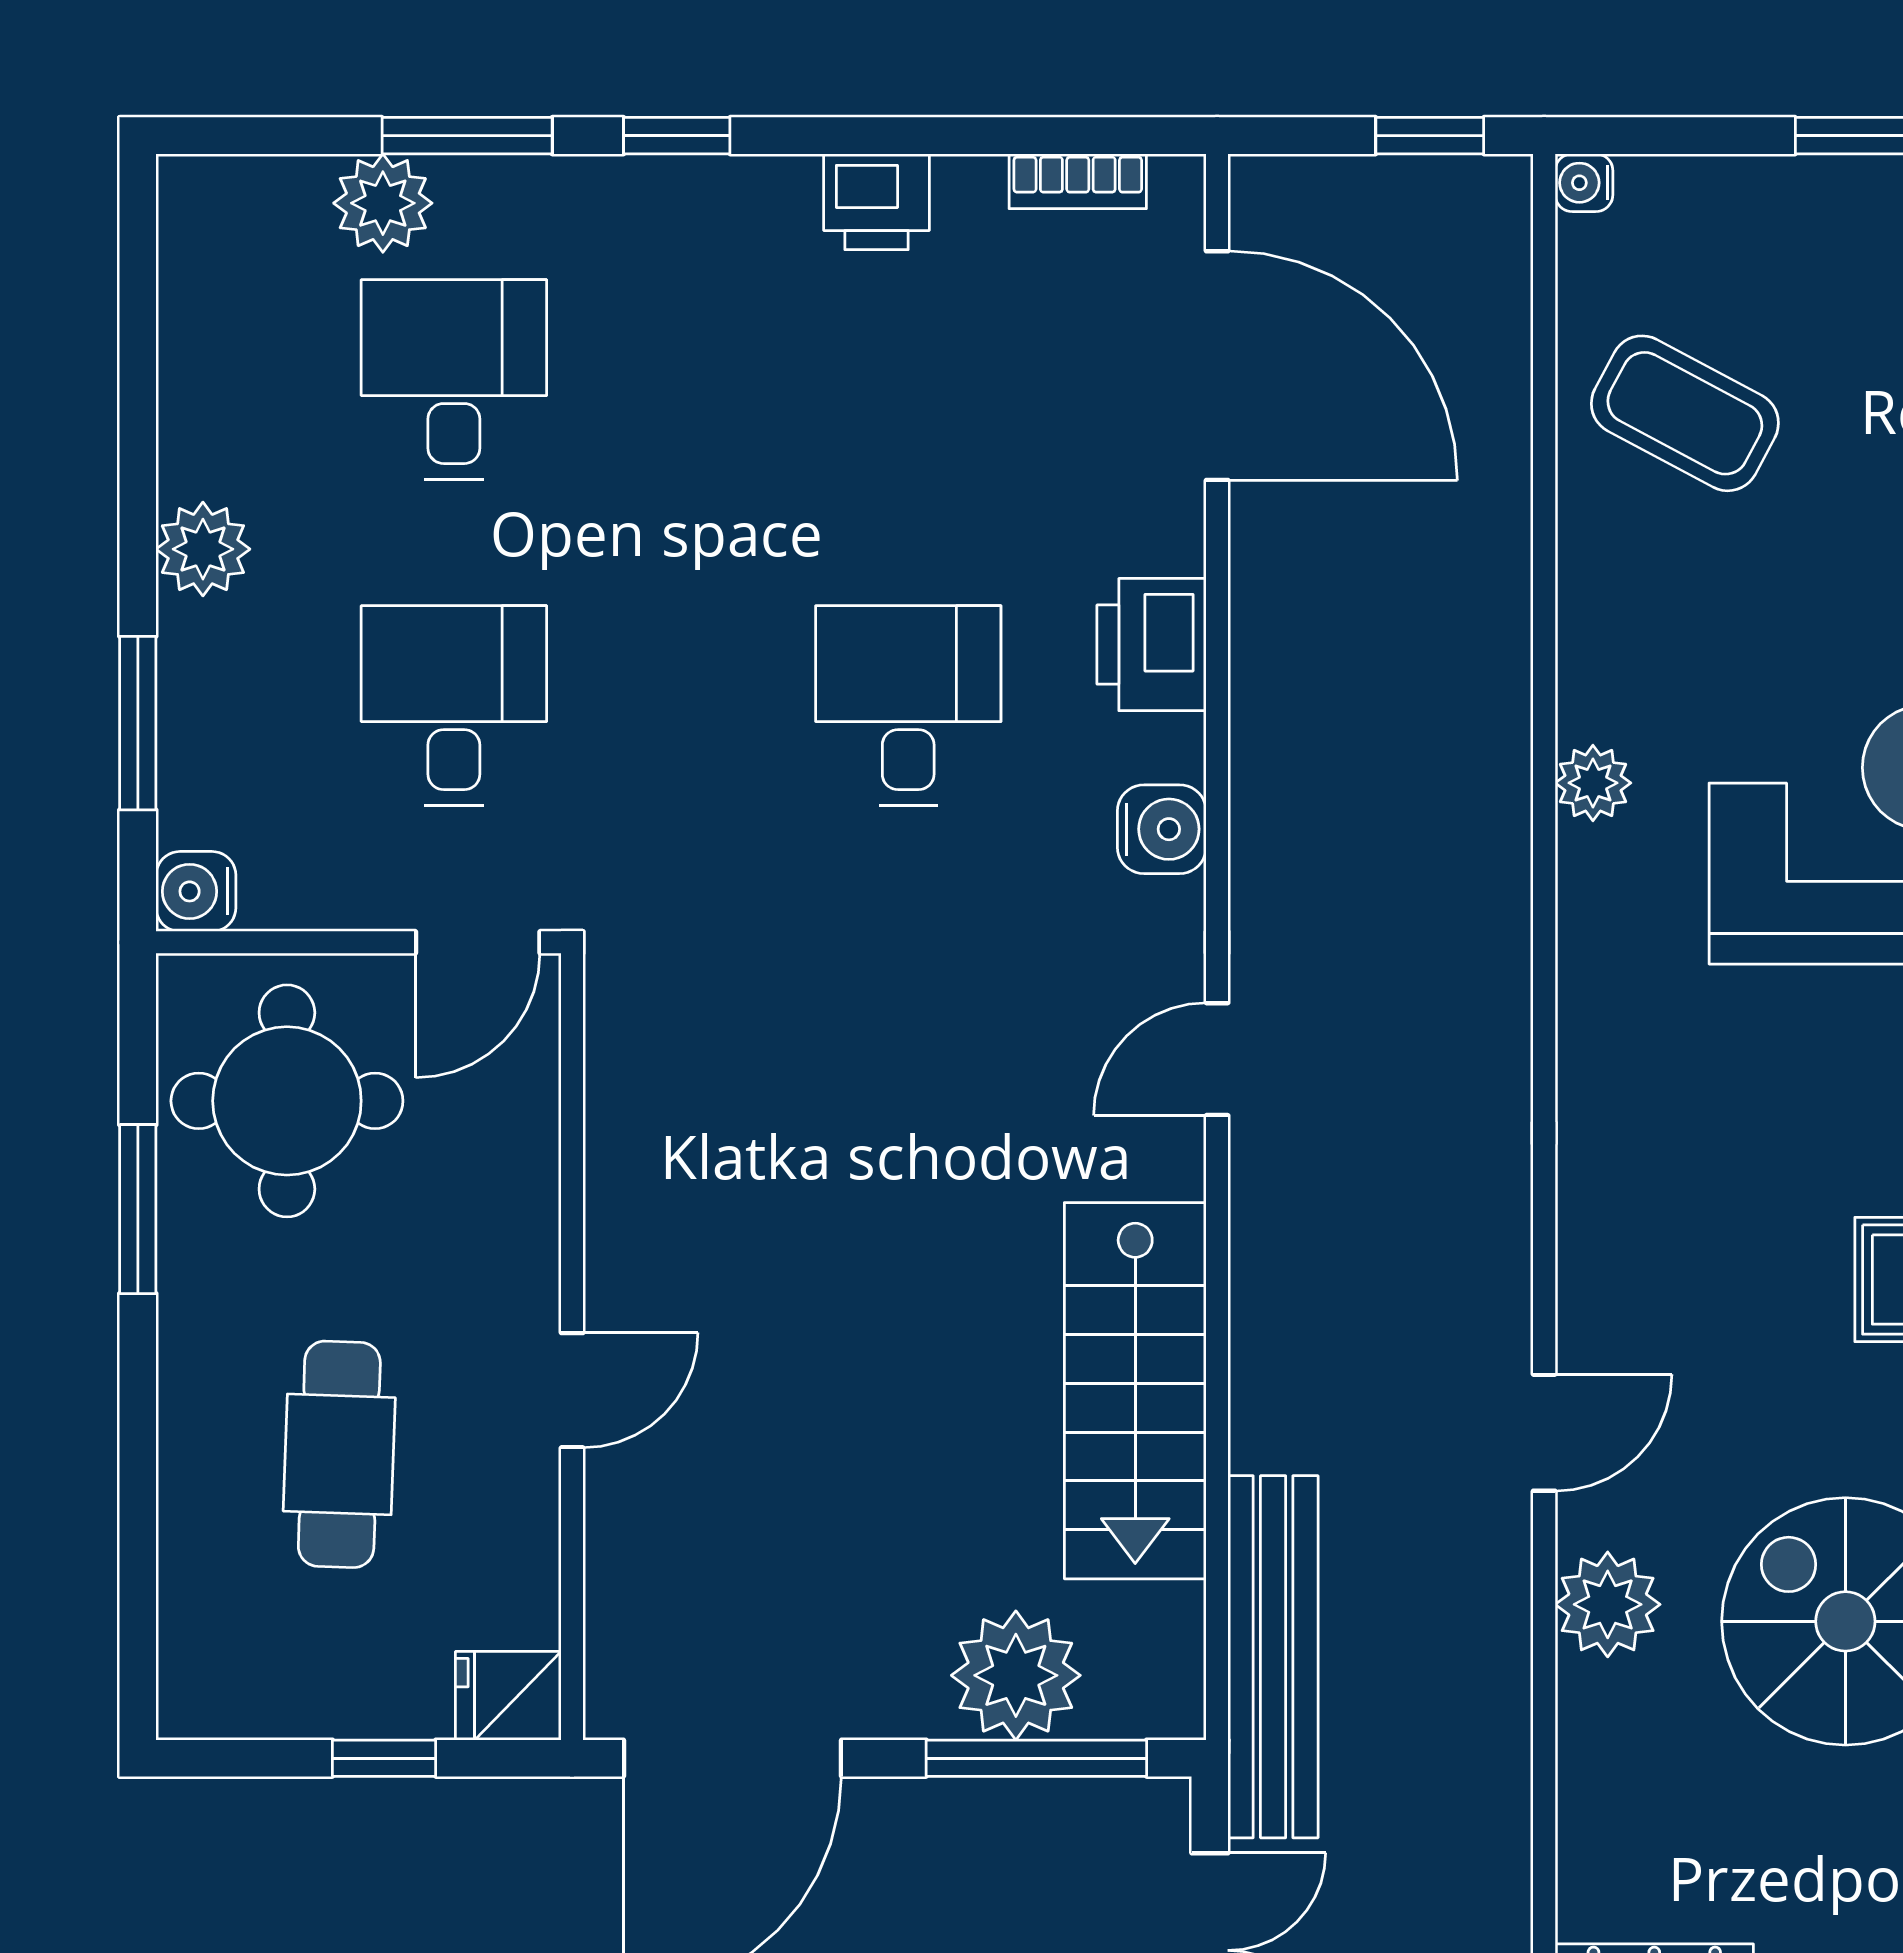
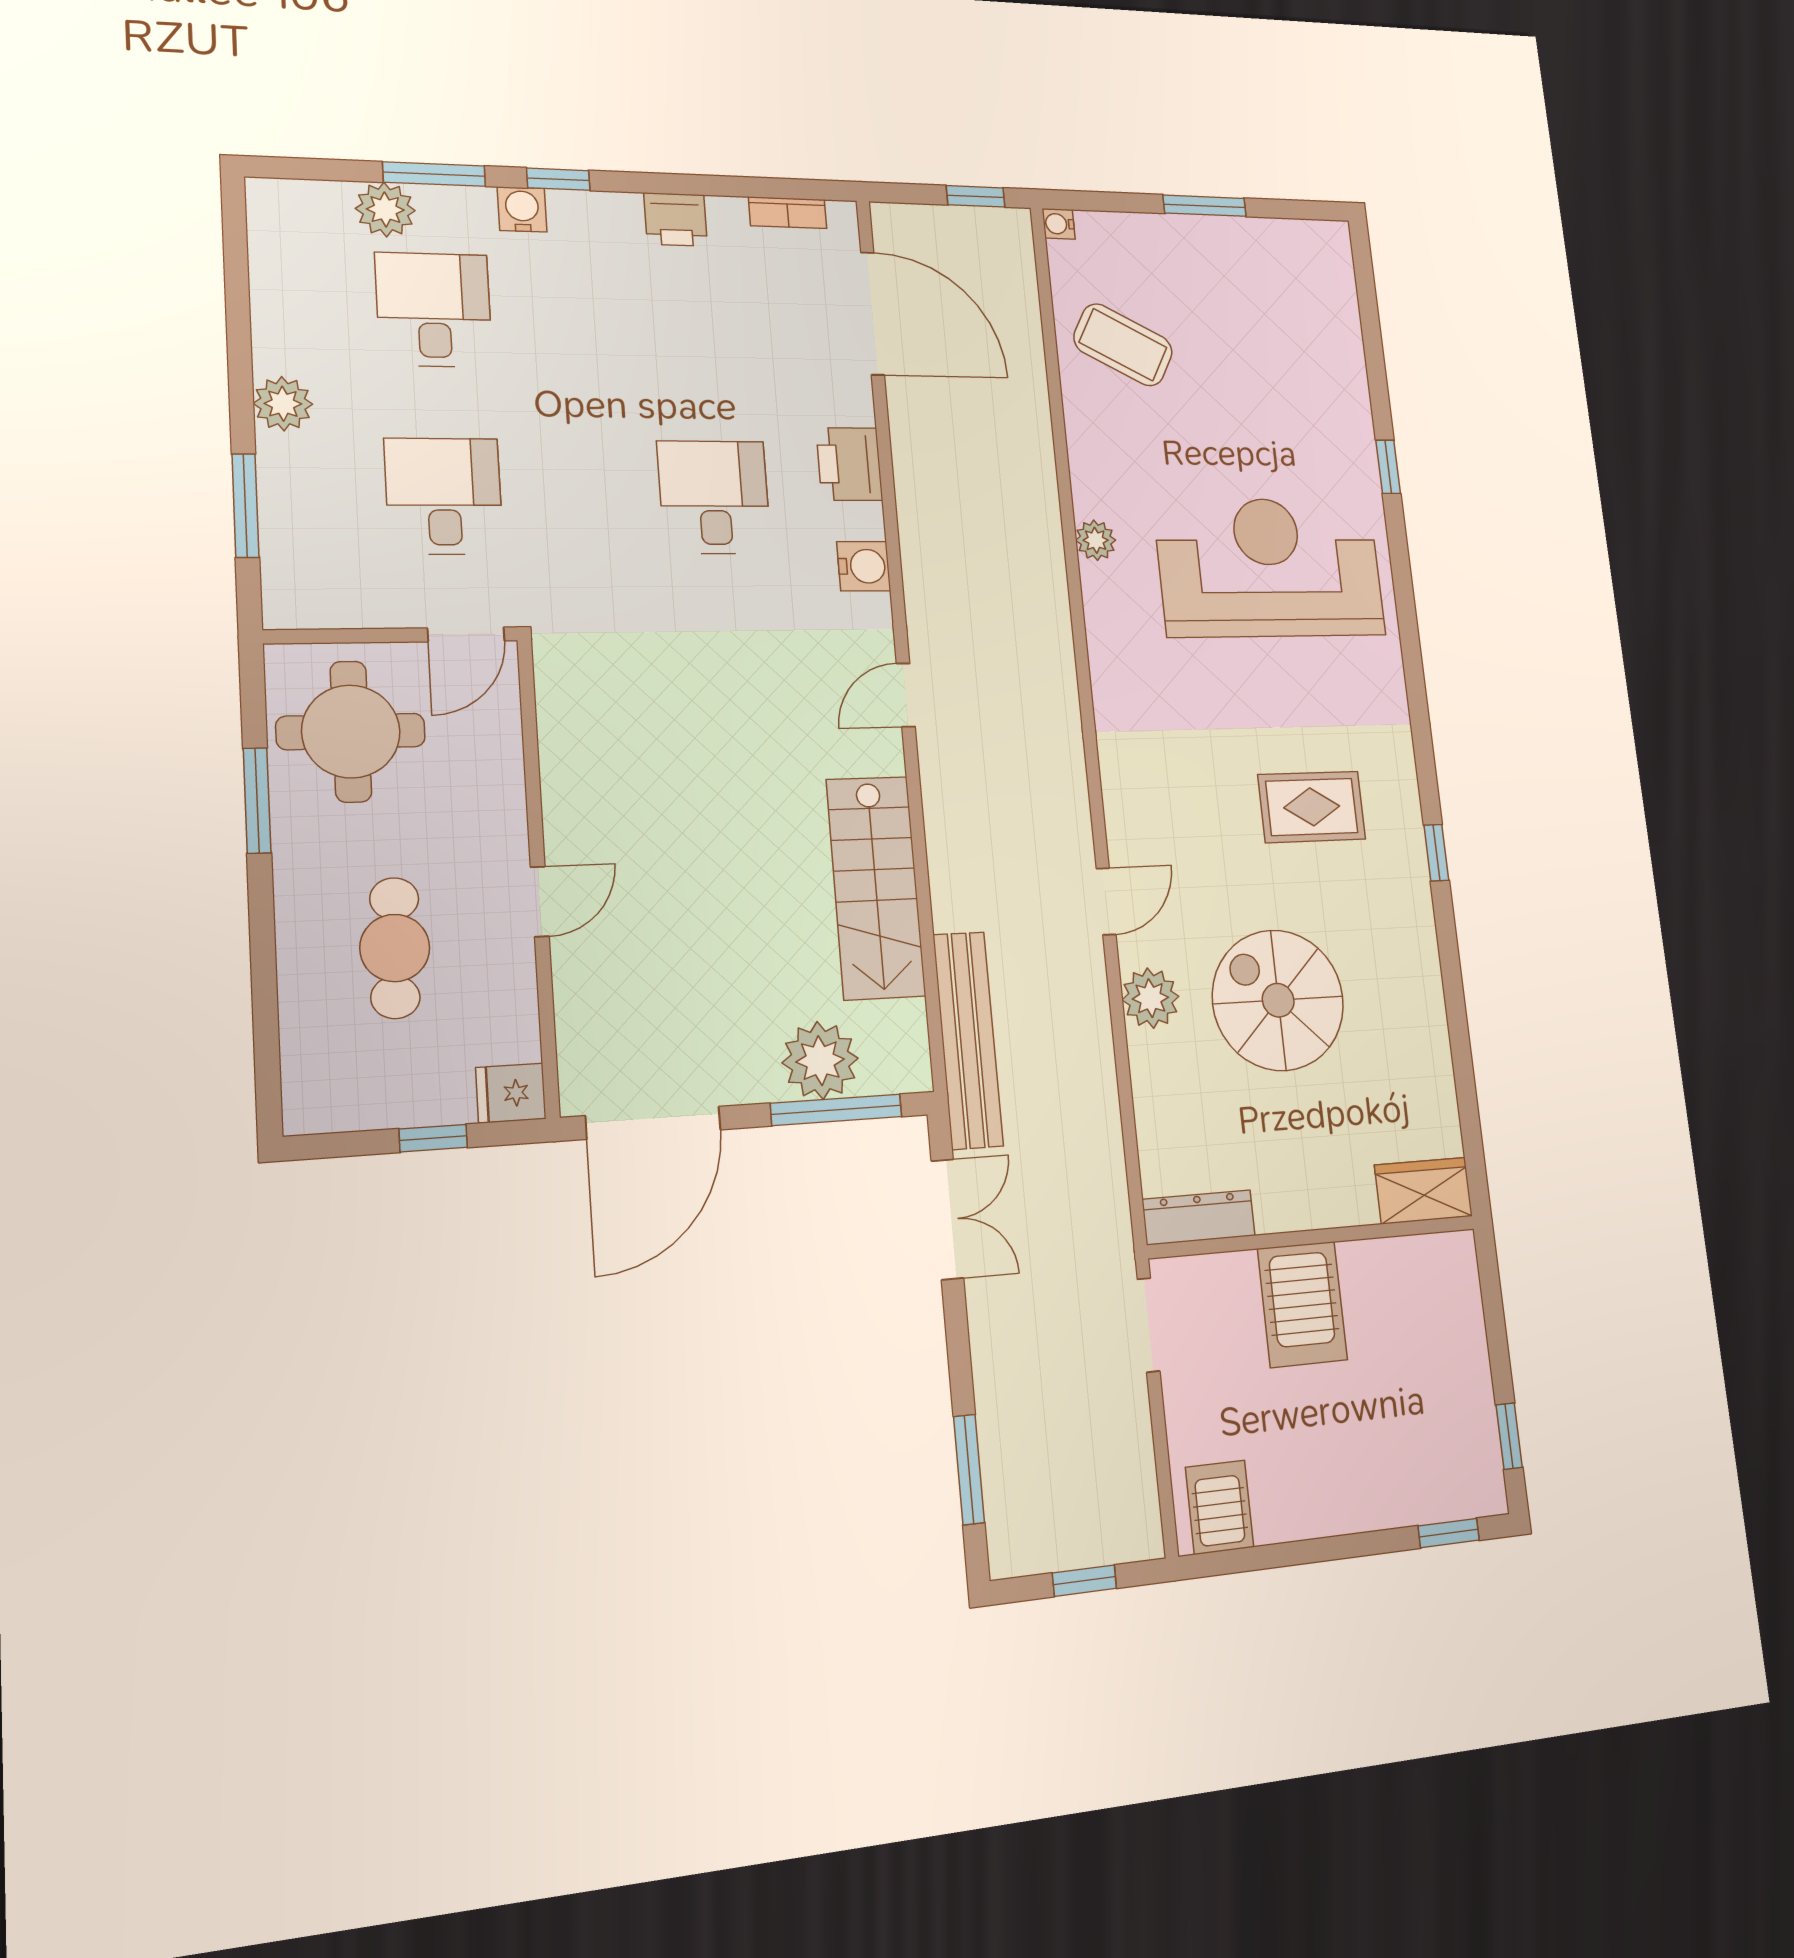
water cooler: (196, 891) -> (522, 209), moved, turned 90

